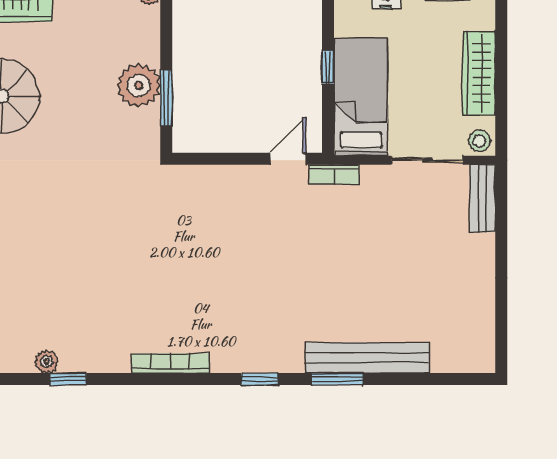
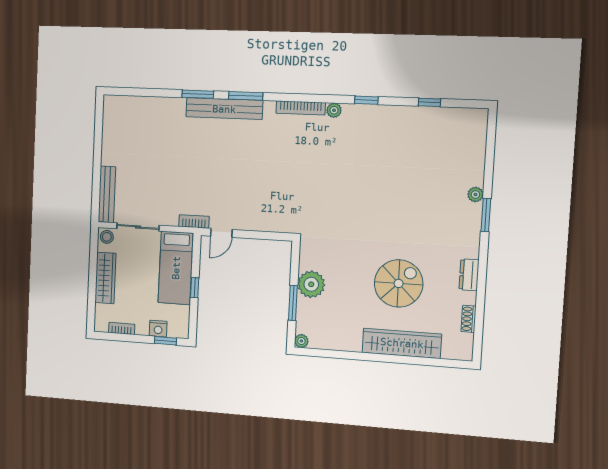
window: (166, 98) -> (293, 303), moved
bench: (482, 198) -> (107, 194), width x1.36
bench: (367, 358) -> (224, 109), moved
plant: (47, 362) -> (334, 110), moved
window: (259, 379) -> (246, 96), width x1.50

